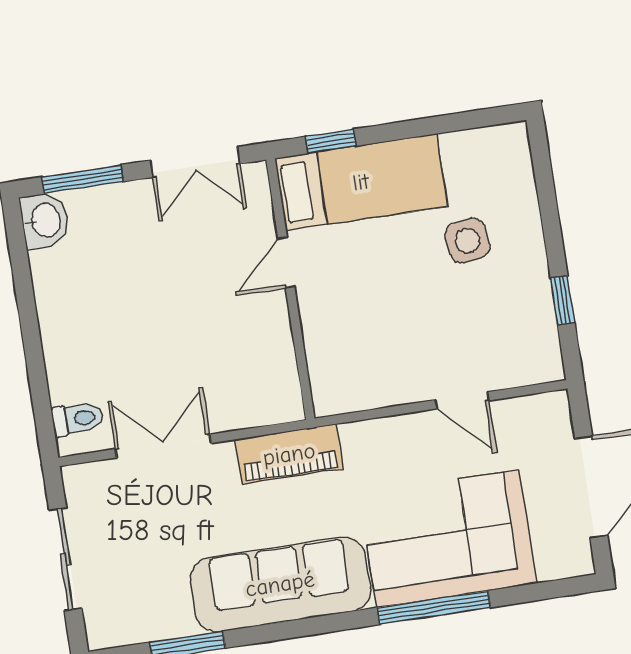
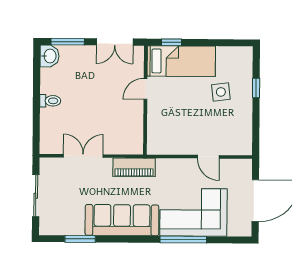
window: (563, 300) -> (256, 88), moved
toilet: (78, 419) -> (50, 101), moved

